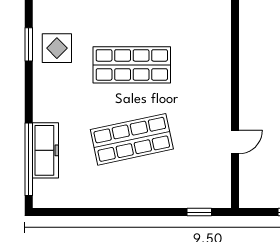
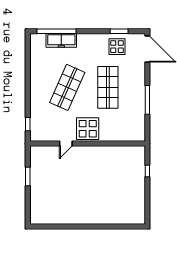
display table: (208, 102) -> (88, 129), added
shop shelf: (132, 139) -> (67, 87), turned 36
door: (235, 142) -> (66, 144), hinge flipped

